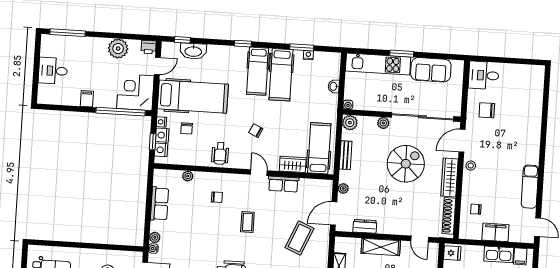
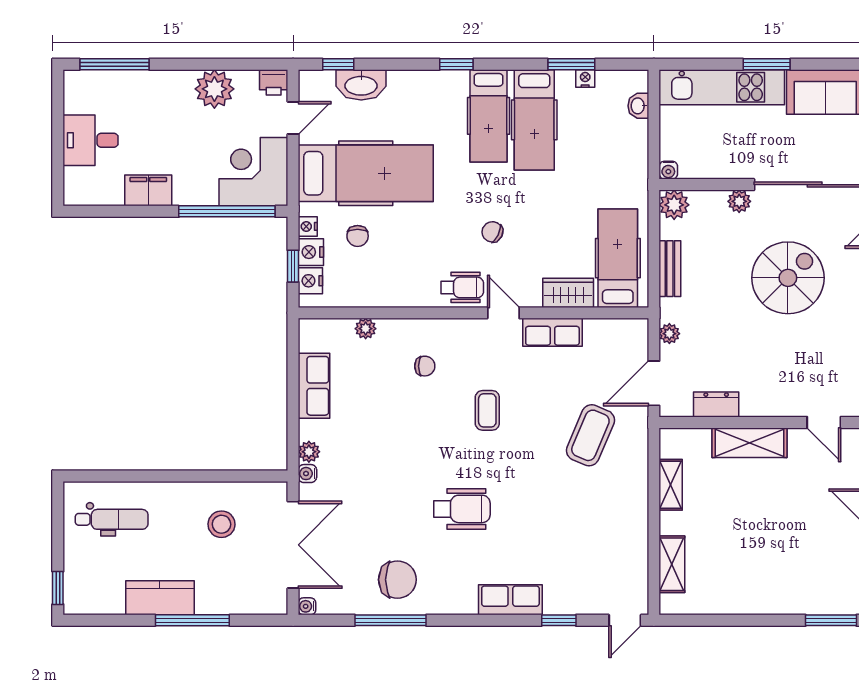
washbasin: (334, 86) -> (638, 106), moved
filing cabinet: (87, 99) -> (148, 190), width x2.00
wheelchair: (220, 153) -> (462, 287), moved, turned -90

